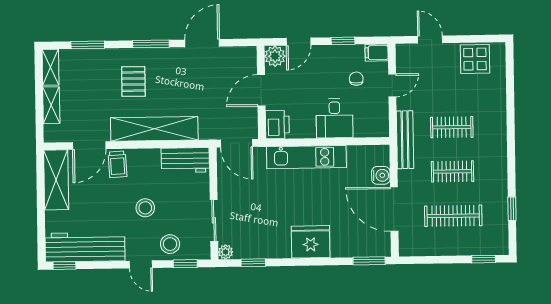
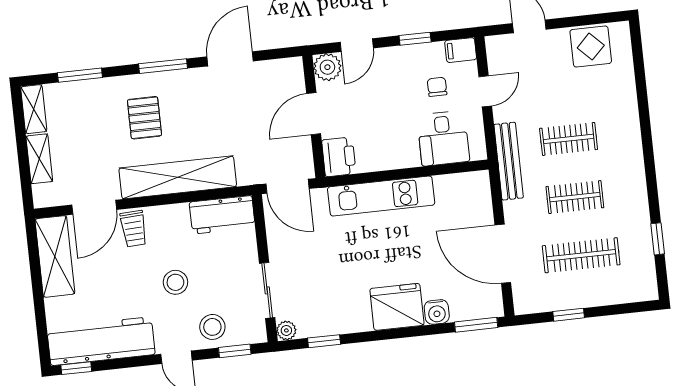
desk: (334, 118) -> (443, 138), moved
water cooler: (381, 175) -> (437, 312), moved, turned 90
window: (484, 259) -> (569, 315), moved

